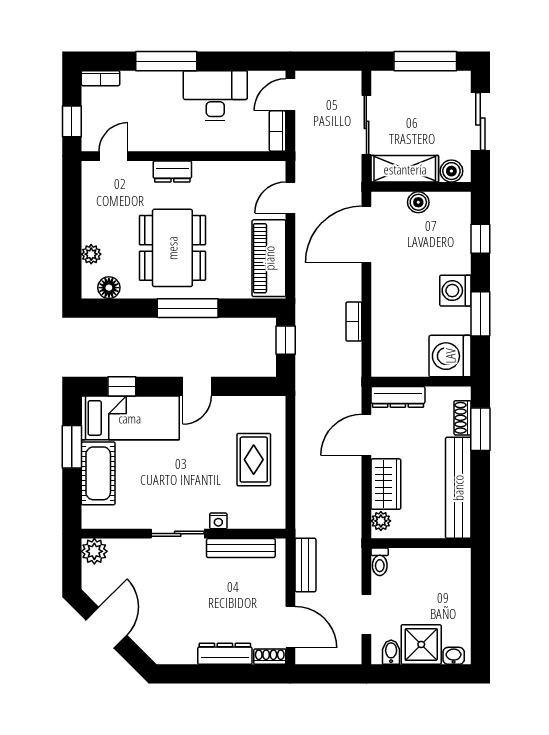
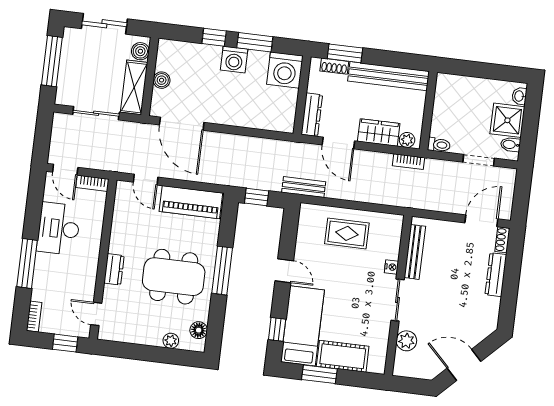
window: (480, 239) -> (214, 37), moved
bookcase: (354, 322) -> (409, 162), moved
plant: (94, 551) -> (406, 341), moved
bench: (305, 565) -> (304, 187), moved

